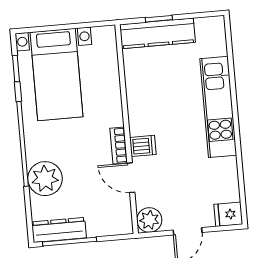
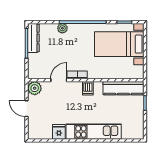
kitchen counter: (157, 33) -> (123, 88), moved, turned -90
dishwasher: (143, 146) -> (88, 88), moved
plant: (45, 179) -> (62, 28), width x0.53, depth x0.53
fridge: (228, 214) -> (59, 132), moved

